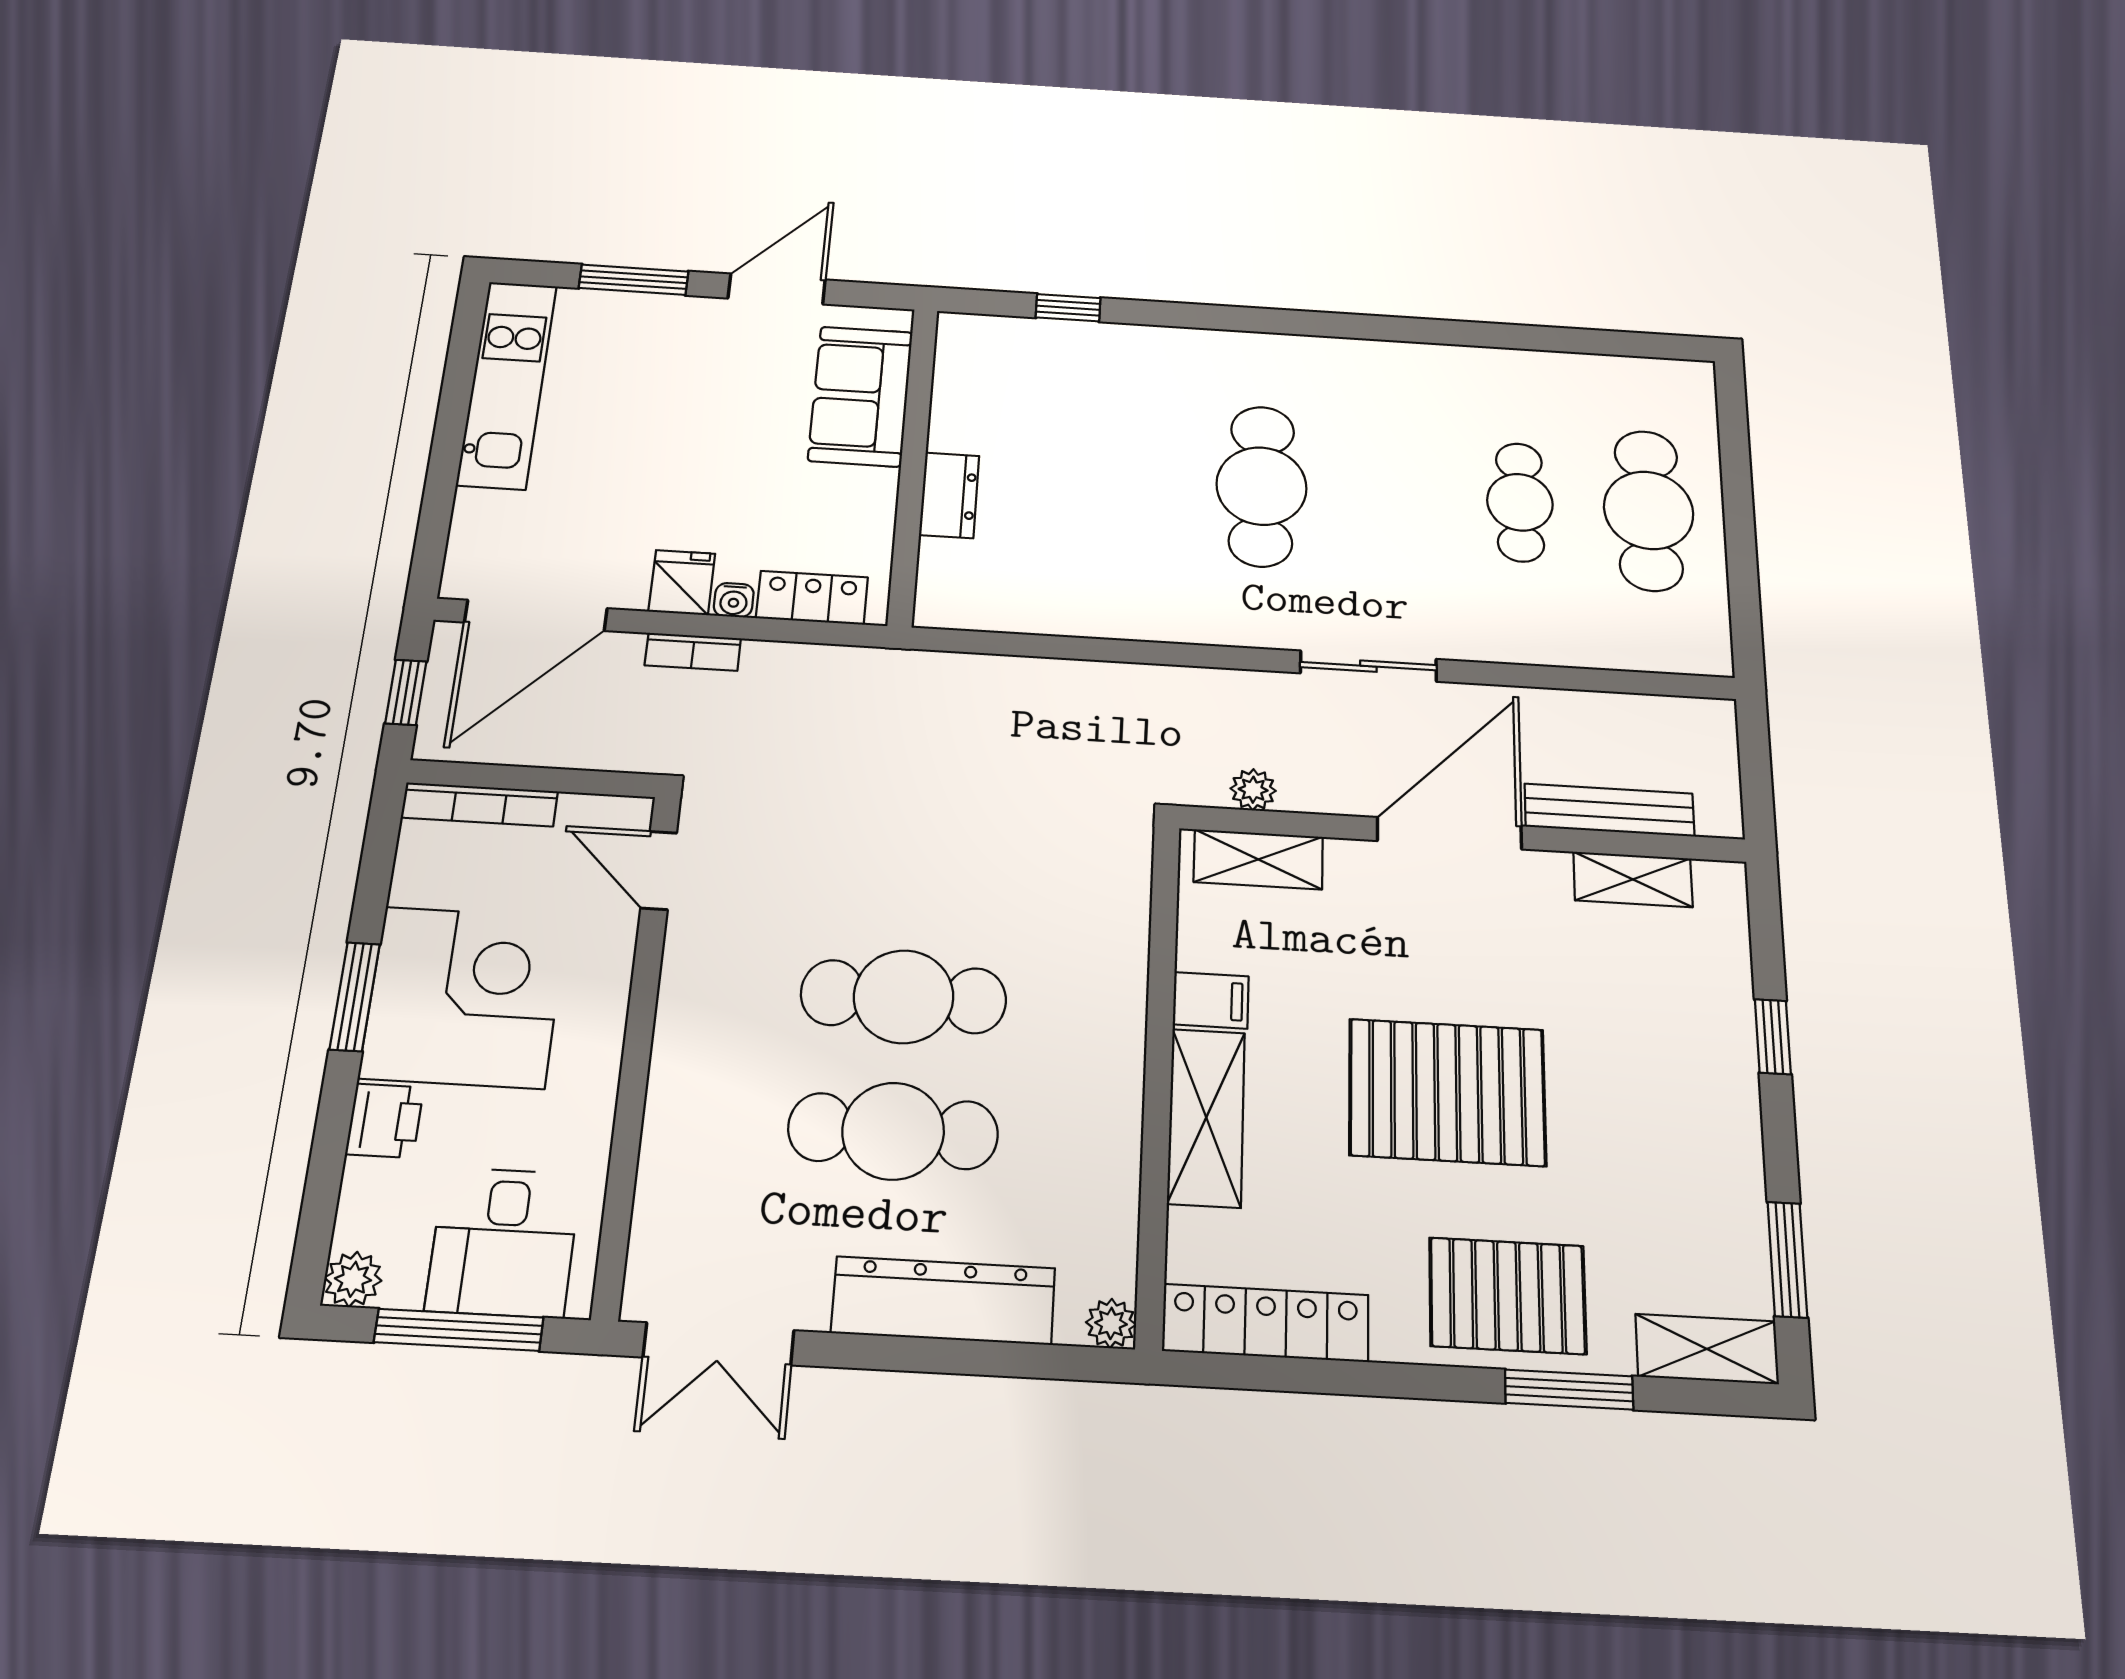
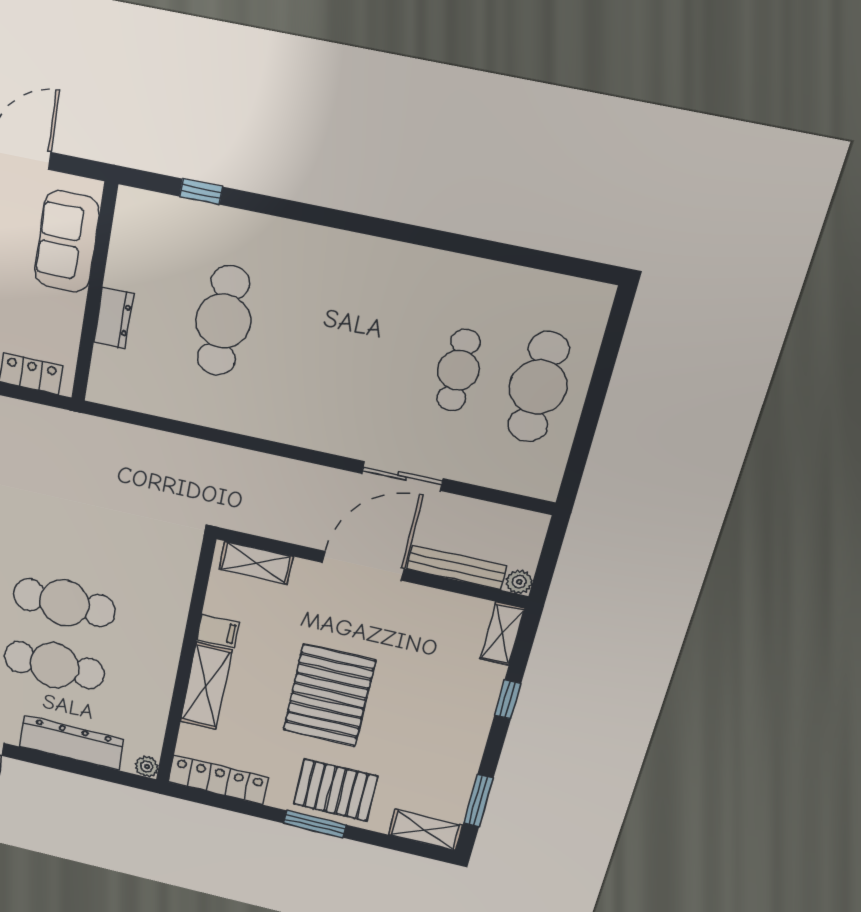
cafe table: (1261, 486) -> (223, 321), moved
sliding door: (1368, 666) -> (402, 476), moved
plant: (1253, 790) -> (519, 582), moved
shelving: (1633, 879) -> (502, 634), moved, turned 90
pallet: (1447, 1092) -> (329, 696), turned 90
window: (1569, 1390) -> (315, 824), moved

